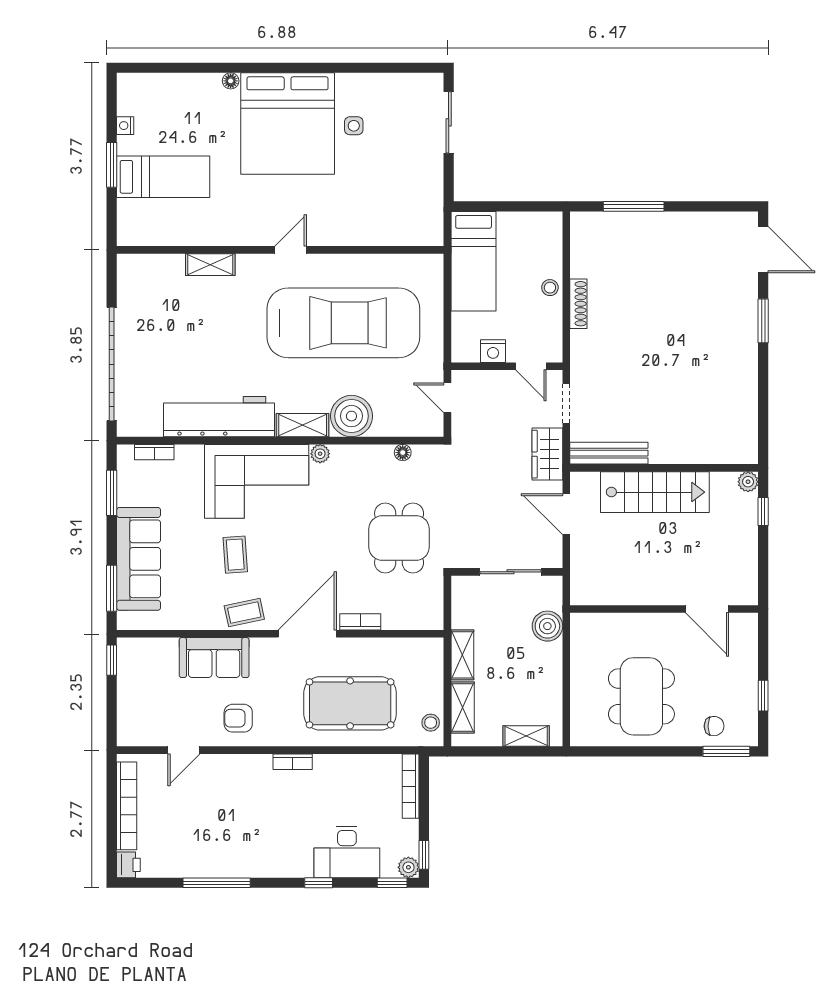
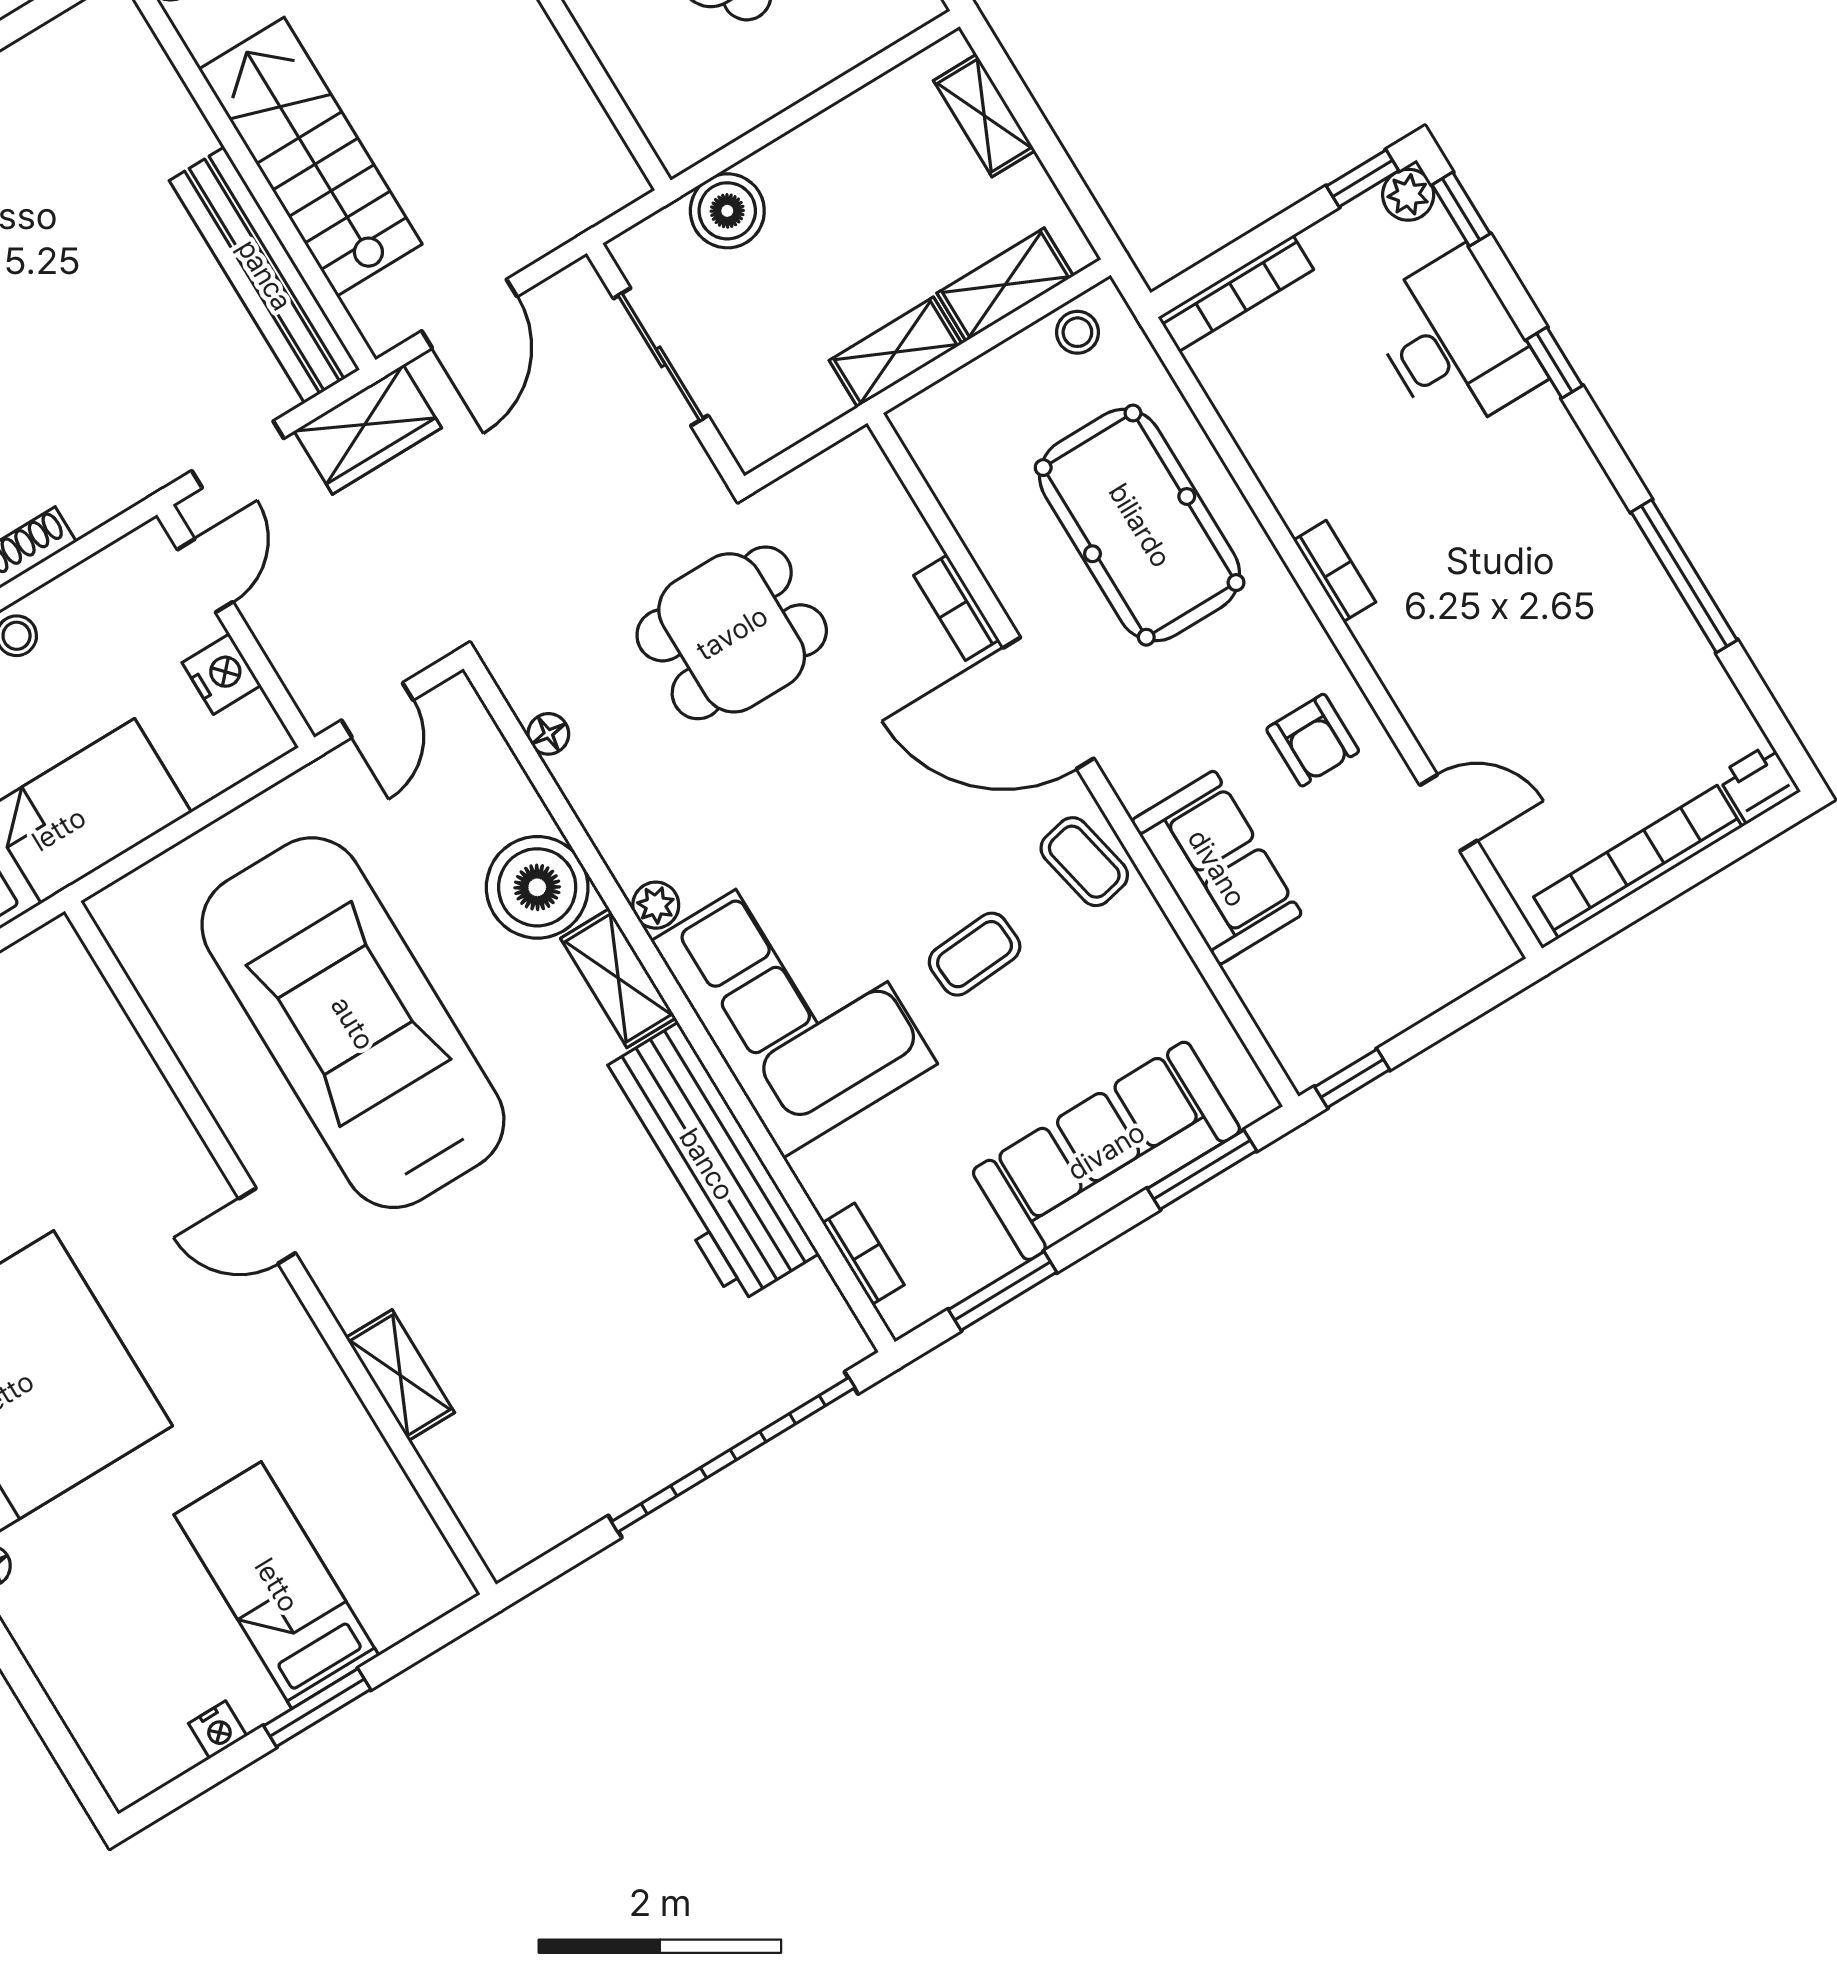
bench: (609, 453) -> (265, 275), width x1.37, depth x1.21

